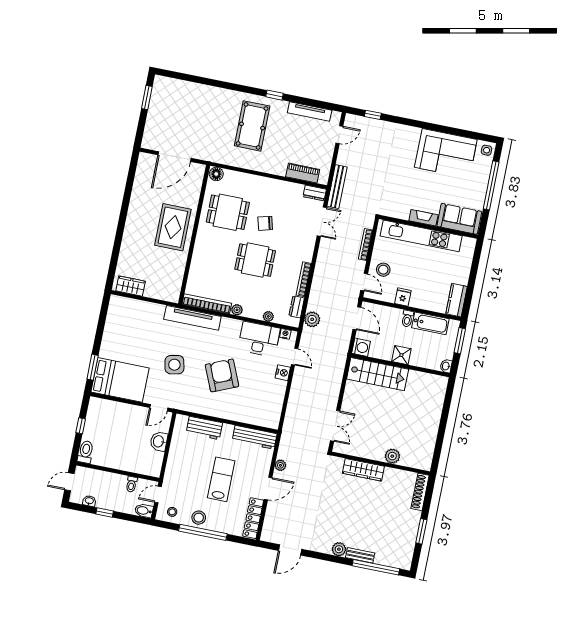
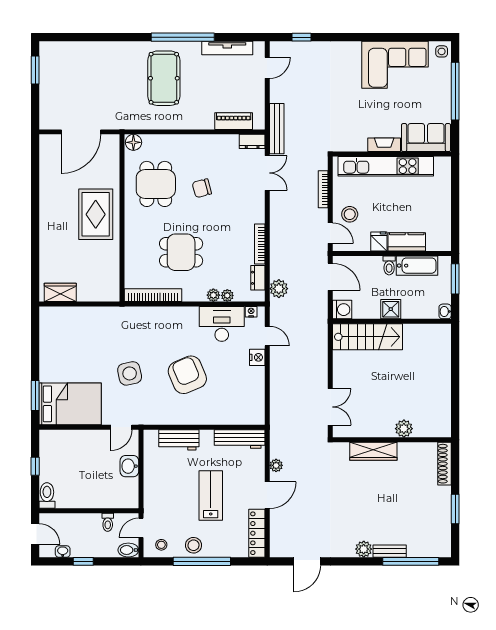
window: (275, 95) -> (183, 37), width x3.17
dining table: (228, 212) -> (156, 184), turned 90
dining table: (255, 260) -> (181, 252), moved
kitchen counter: (457, 300) -> (407, 242), moved, turned 90
plant: (237, 310) -> (213, 295), moved
tv unit: (192, 318) -> (140, 315), removed
door: (69, 482) -> (35, 534), swing flipped

